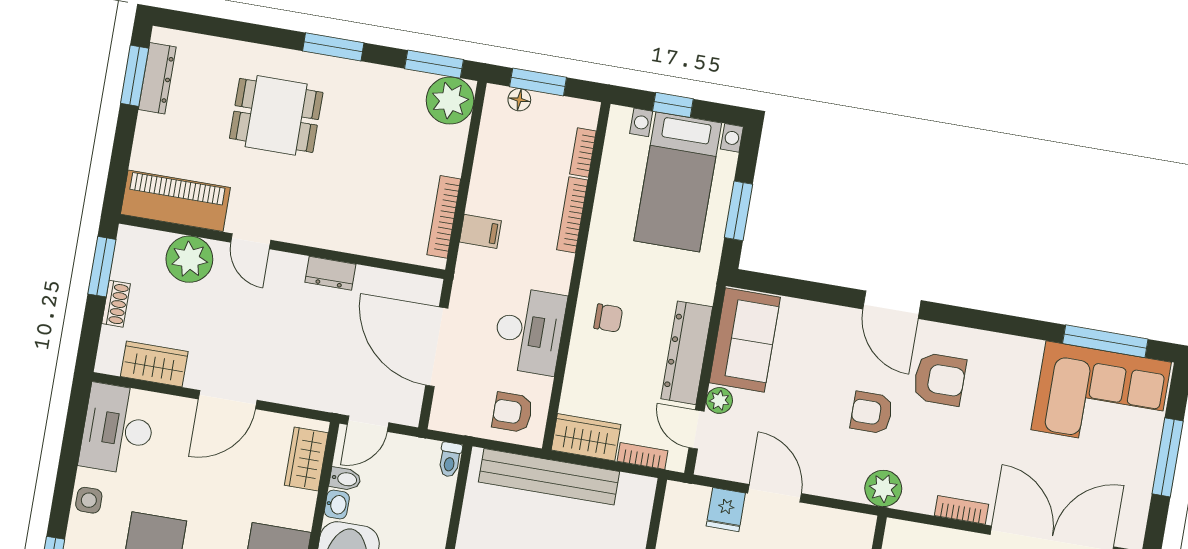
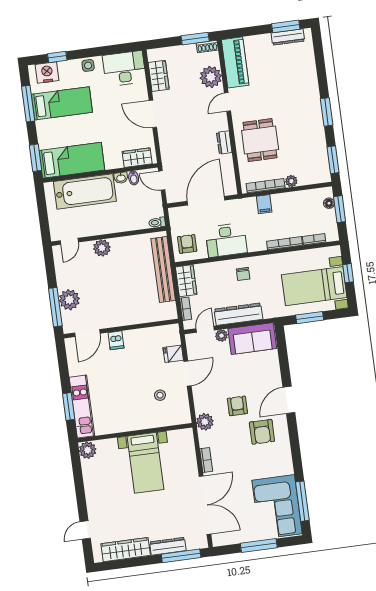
plant: (450, 101) -> (291, 181), moved, width x0.53, depth x0.53
dining table: (276, 115) -> (260, 140), moved
shoe rack: (116, 304) -> (207, 47), moved

